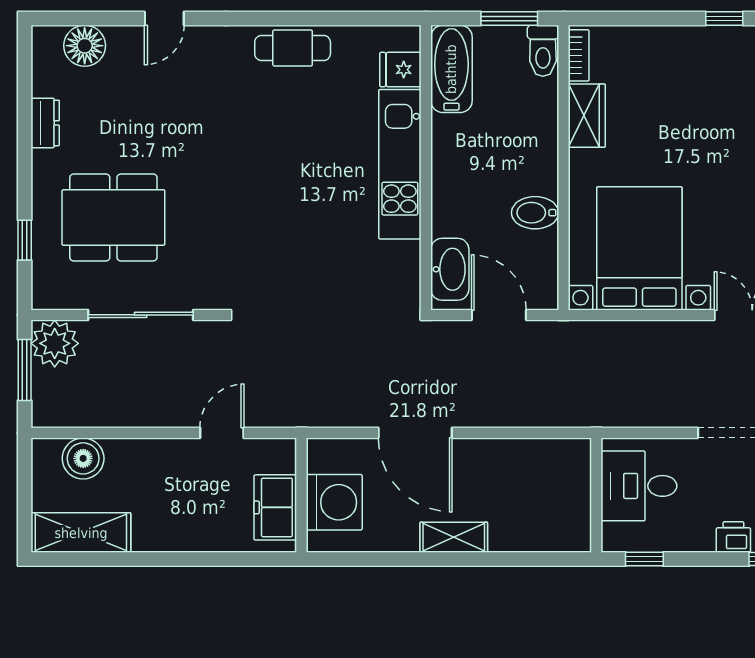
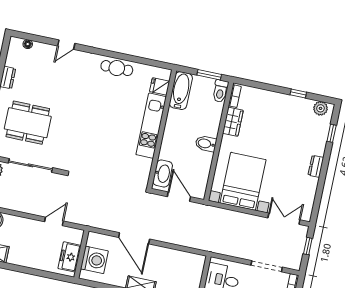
floor lamp: (85, 46) -> (28, 44), width x0.53, depth x0.53
bidet: (535, 213) -> (206, 144), moved

